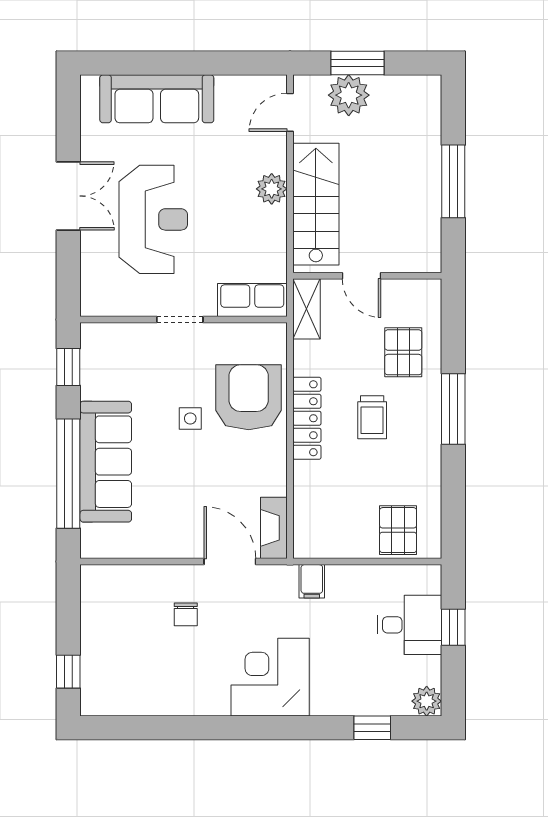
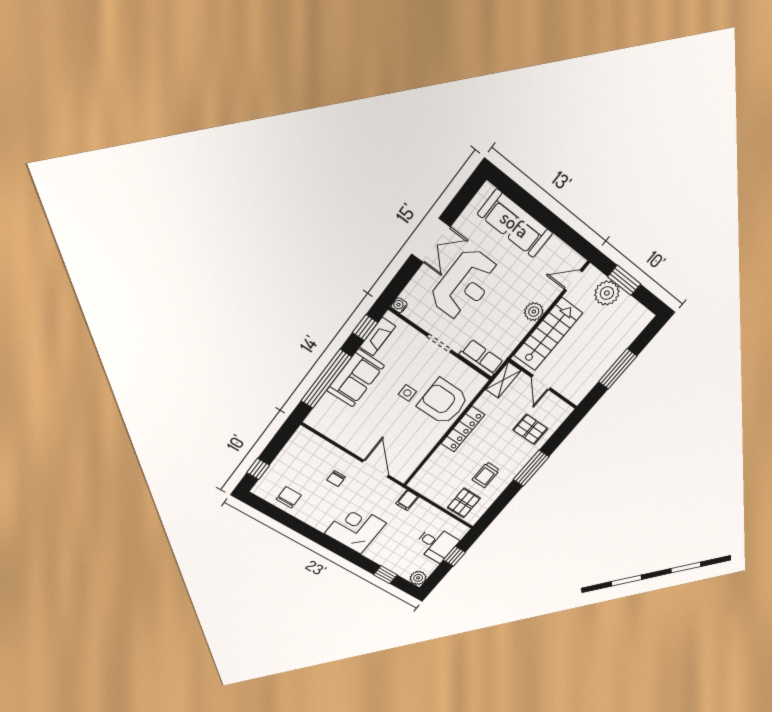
water cooler: (90, 306) -> (399, 305), added
pallet: (403, 352) -> (530, 429), turned 90
armchair: (249, 397) -> (443, 402), turned -90
trolley: (372, 417) -> (486, 475), moved
sofa: (106, 462) -> (355, 378), width x0.73
fireplace: (274, 528) -> (378, 337), moved, turned 180
chair: (140, 689) -> (289, 497), added

